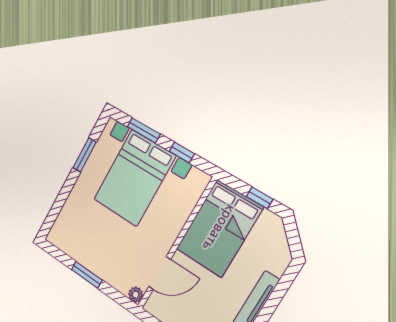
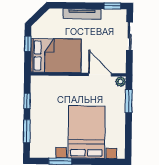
bed with nightstands: (134, 178) -> (87, 132), moved, turned -90
window: (87, 275) -> (129, 101), moved

